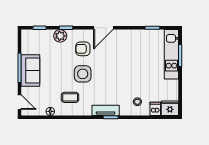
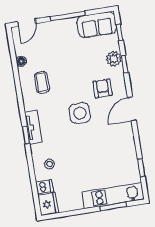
door: (103, 28) -> (132, 109), hinge flipped
sofa: (30, 71) -> (97, 25), moved
side table: (83, 74) -> (80, 113), moved

